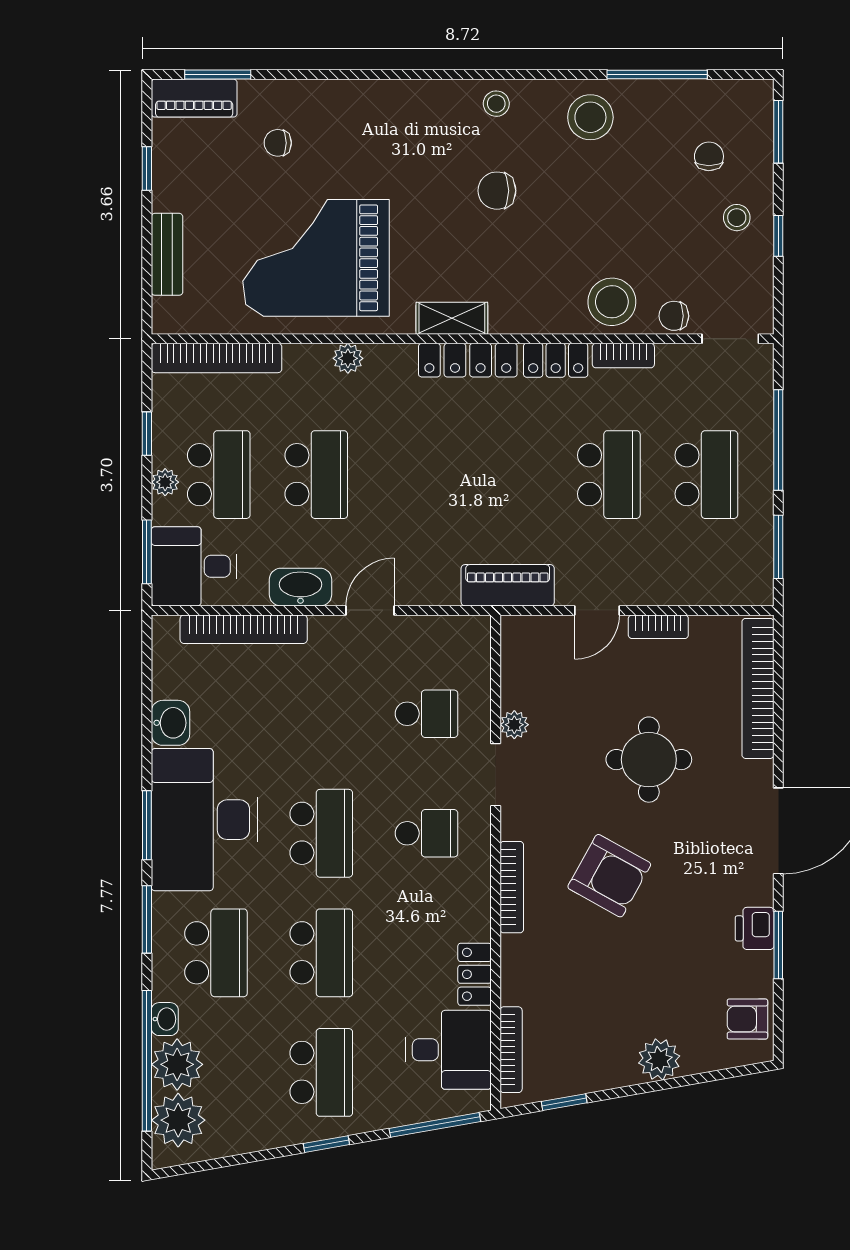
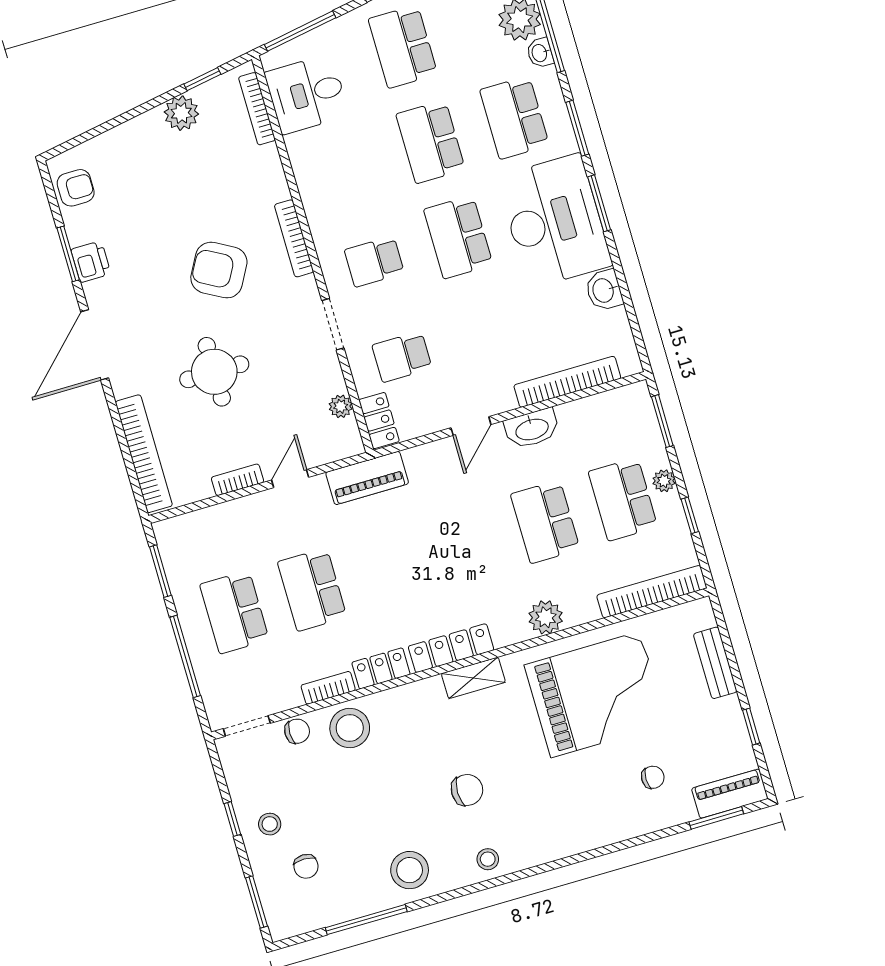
plant: (348, 358) -> (546, 617), width x1.38, depth x1.38
desk: (194, 566) -> (621, 421), removed
plant: (514, 725) -> (341, 406), moved
locker: (475, 974) -> (379, 421), moved
plant: (659, 1060) -> (181, 113), moved

